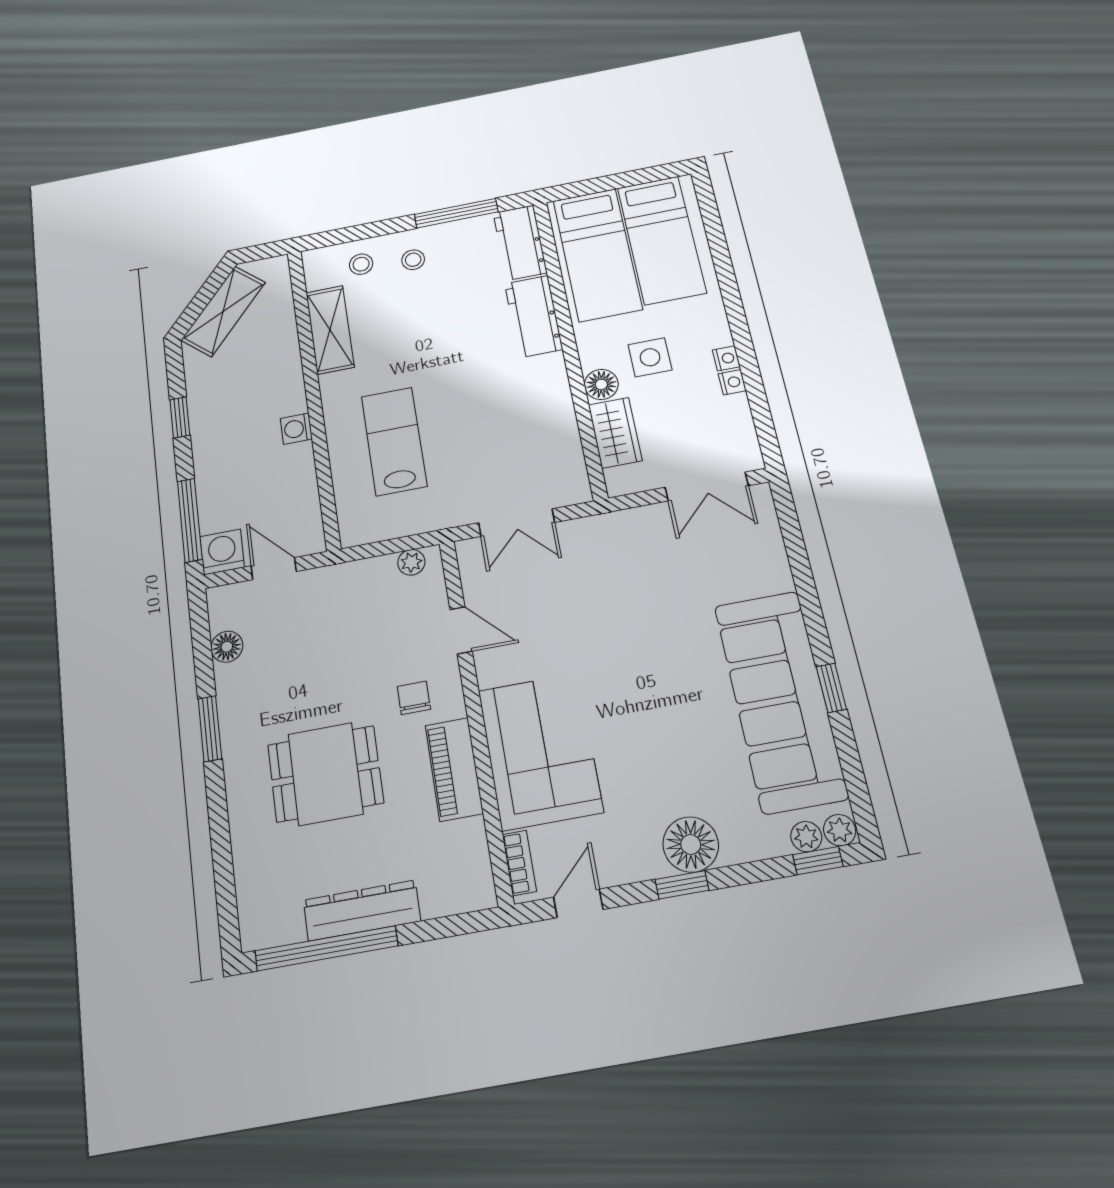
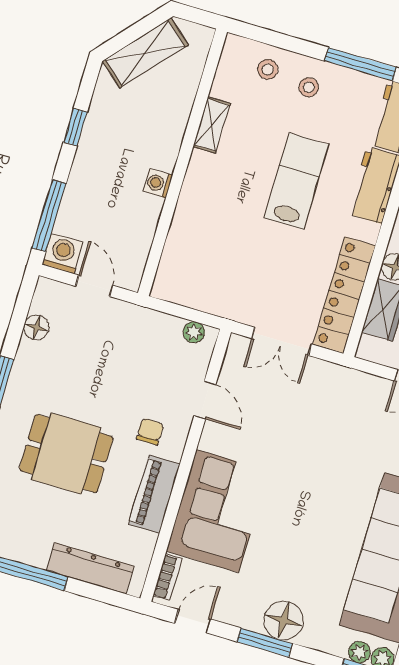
shelving: (330, 330) -> (212, 125), width x0.67, depth x0.75
locker: (561, 440) -> (344, 295), added
lab bench: (394, 441) -> (296, 181), moved
window: (682, 885) -> (265, 643), width x1.50
dresser: (362, 911) -> (90, 568), moved

